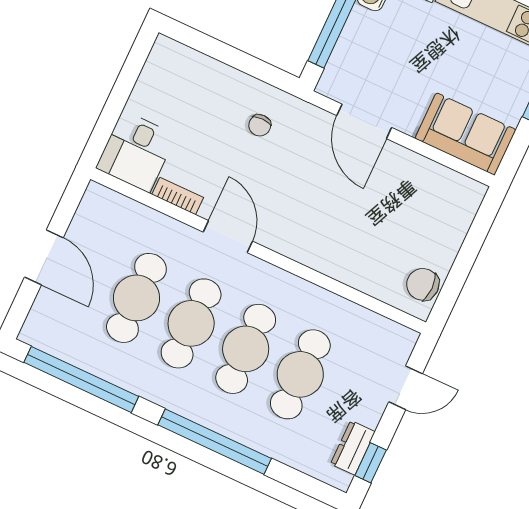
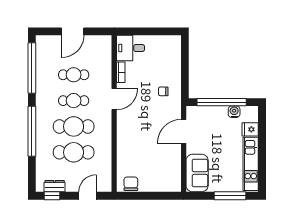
cafe table: (136, 298) -> (74, 75), width x0.73, depth x0.74
cafe table: (191, 323) -> (74, 101), width x0.73, depth x0.74
door: (406, 388) -> (88, 196), swing flipped

